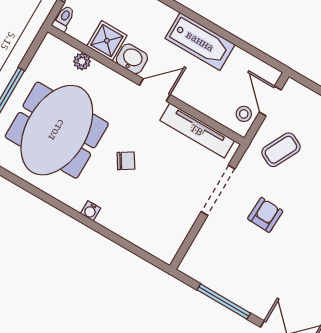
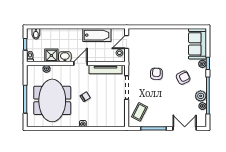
bathtub: (200, 41) -> (97, 35), moved
door: (270, 101) -> (127, 42), hinge flipped
coffee table: (281, 150) -> (139, 112), moved
armchair: (265, 215) -> (156, 74), moved

